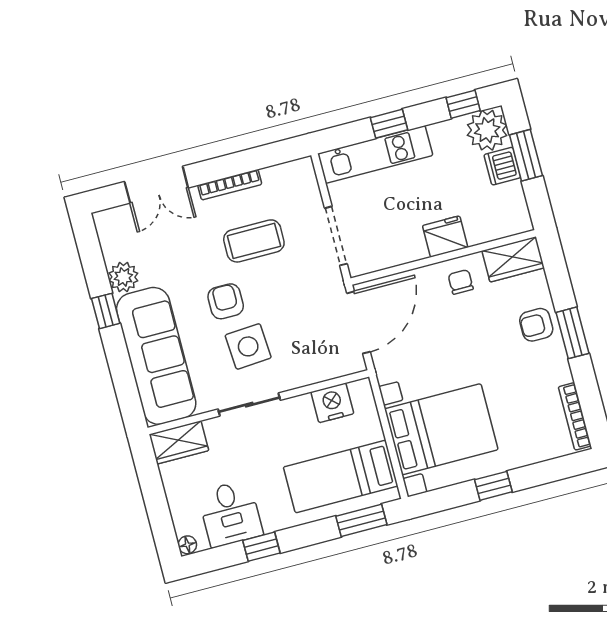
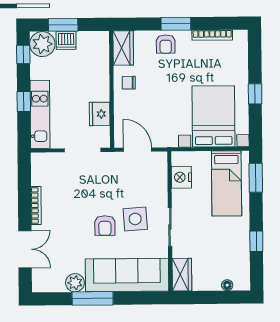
fridge: (445, 236) -> (100, 114), moved
coffee table: (254, 241) -> (73, 200), removed
armchair: (226, 301) -> (105, 226), turned -90
window: (106, 311) -> (93, 298), width x2.17
door: (359, 322) -> (138, 150), width x0.73
bookcase: (575, 416) -> (212, 35), moved
desk: (230, 514) -> (232, 255), removed
floor lamp: (187, 545) -> (227, 285), moved

